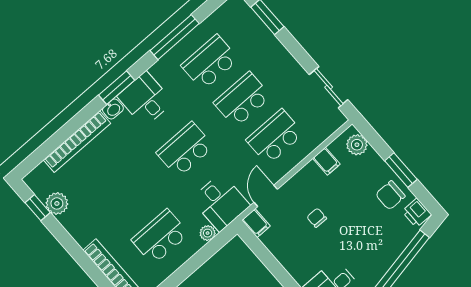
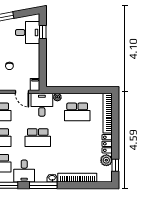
window: (117, 88) -> (43, 185), width x1.44
desk: (145, 99) -> (24, 171), moved
door: (266, 196) -> (22, 92), hinge flipped
locker: (76, 228) -> (107, 144), added

